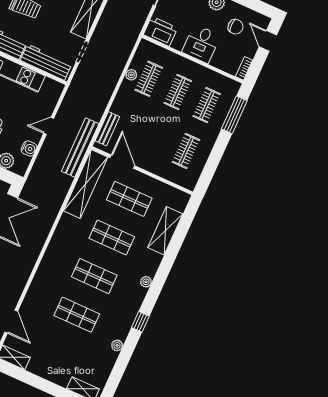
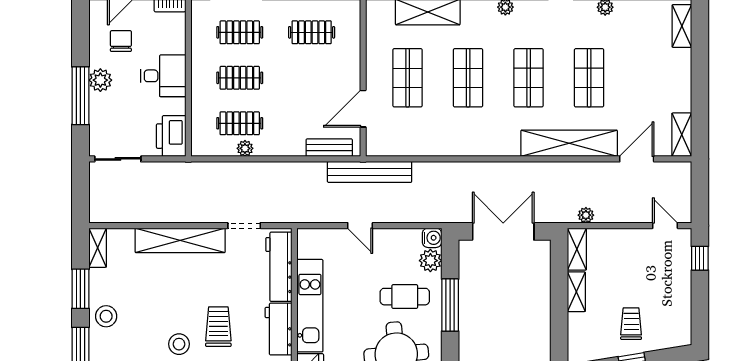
water cooler: (29, 149) -> (432, 238), moved, turned 90
shelving: (86, 184) -> (569, 143), moved

